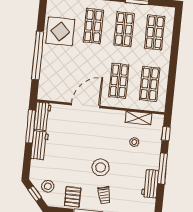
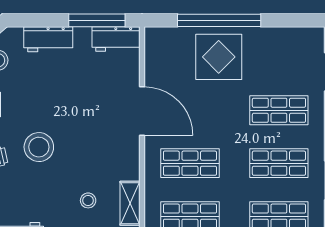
display table: (60, 31) -> (219, 57), moved
workbench: (40, 145) -> (48, 39), moved

